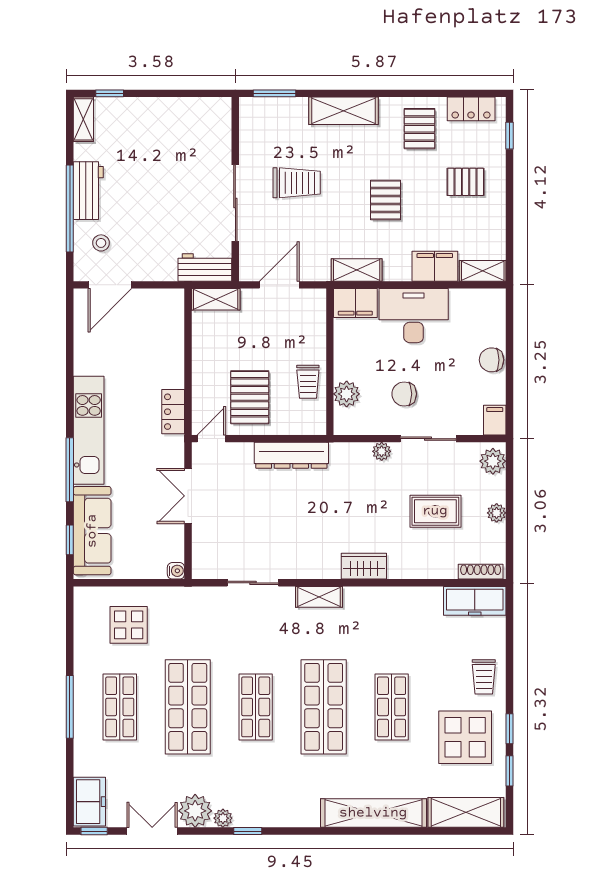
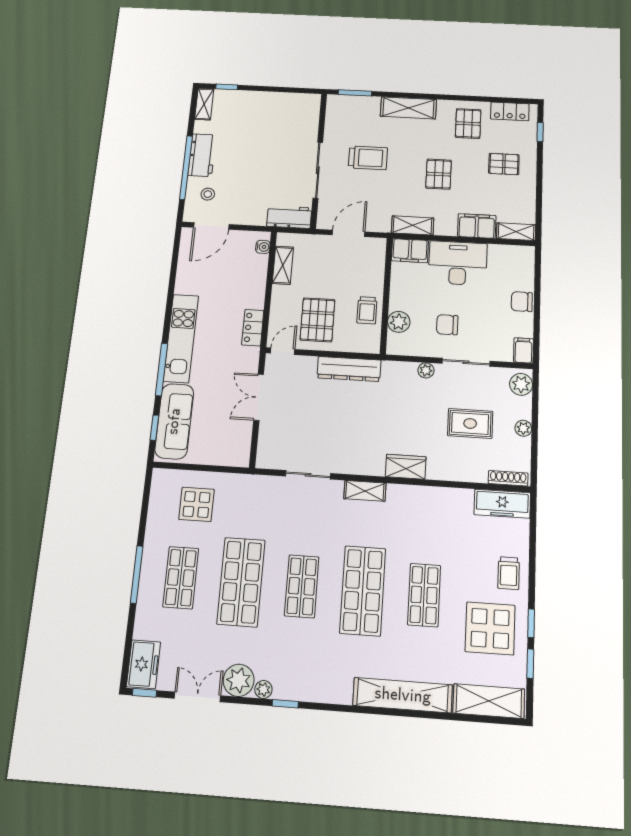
shelving: (216, 299) -> (283, 265), moved, turned 90
water cooler: (176, 571) -> (263, 247), moved

